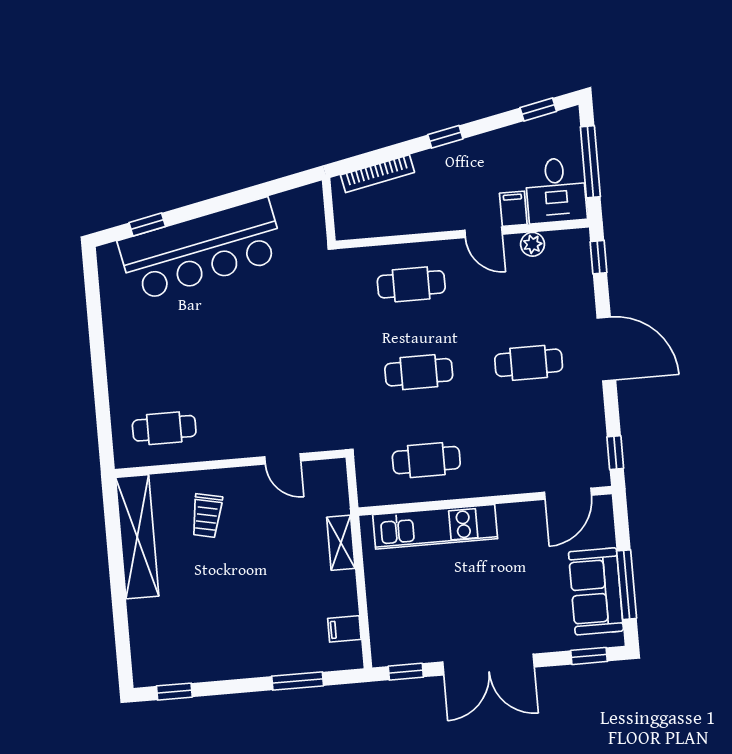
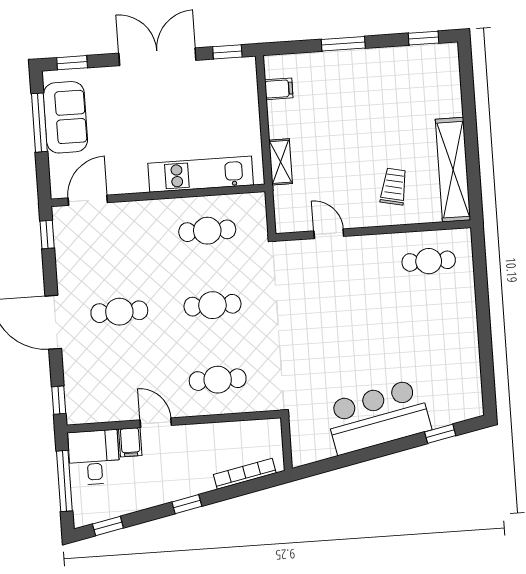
plant: (533, 244) -> (114, 412), removed
bar counter: (201, 249) -> (378, 417), width x0.73
window: (298, 681) -> (343, 44), moved

